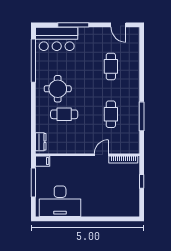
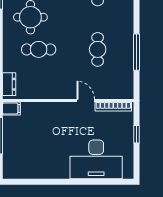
door: (101, 155) -> (86, 100), hinge flipped
desk: (60, 201) -> (96, 159), moved

